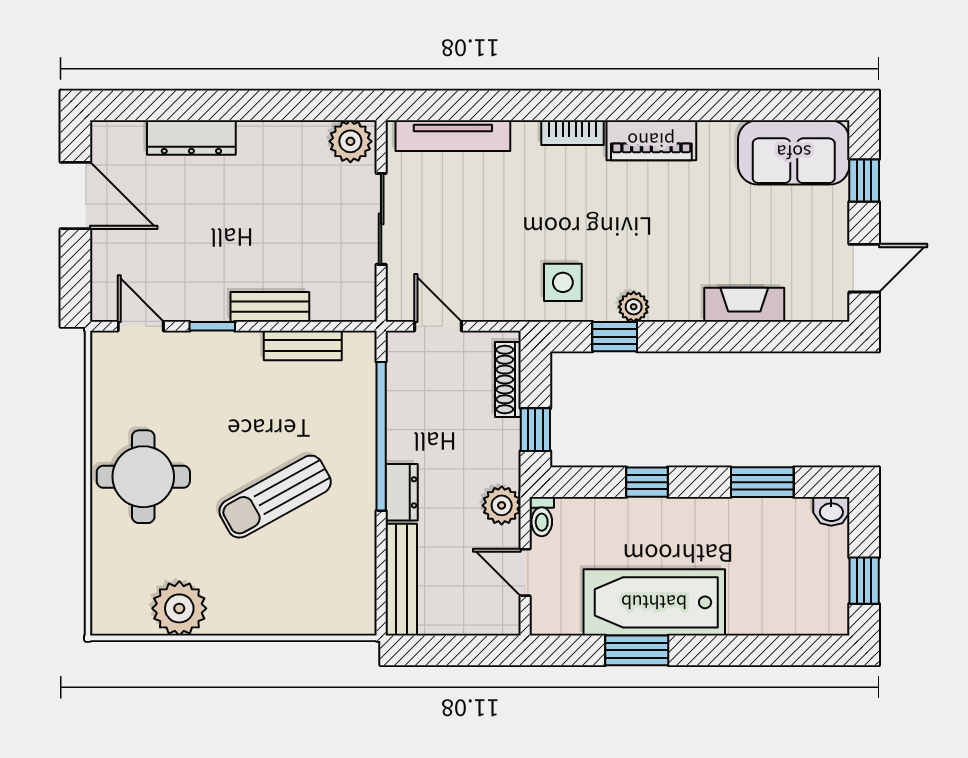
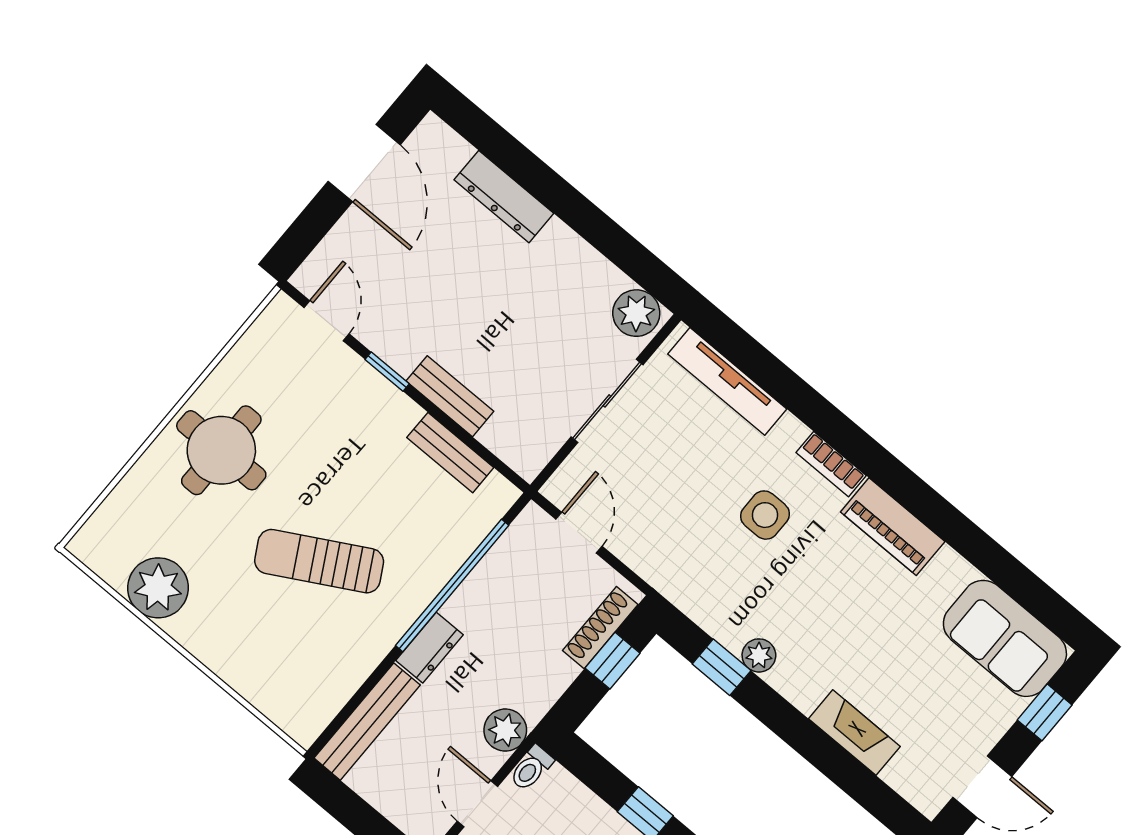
side table: (563, 282) -> (765, 515), moved
window: (535, 430) -> (612, 661), moved

